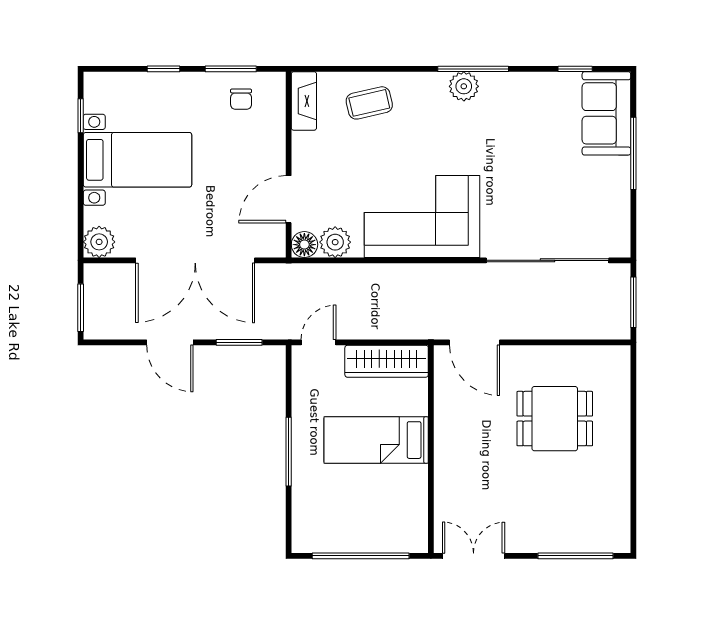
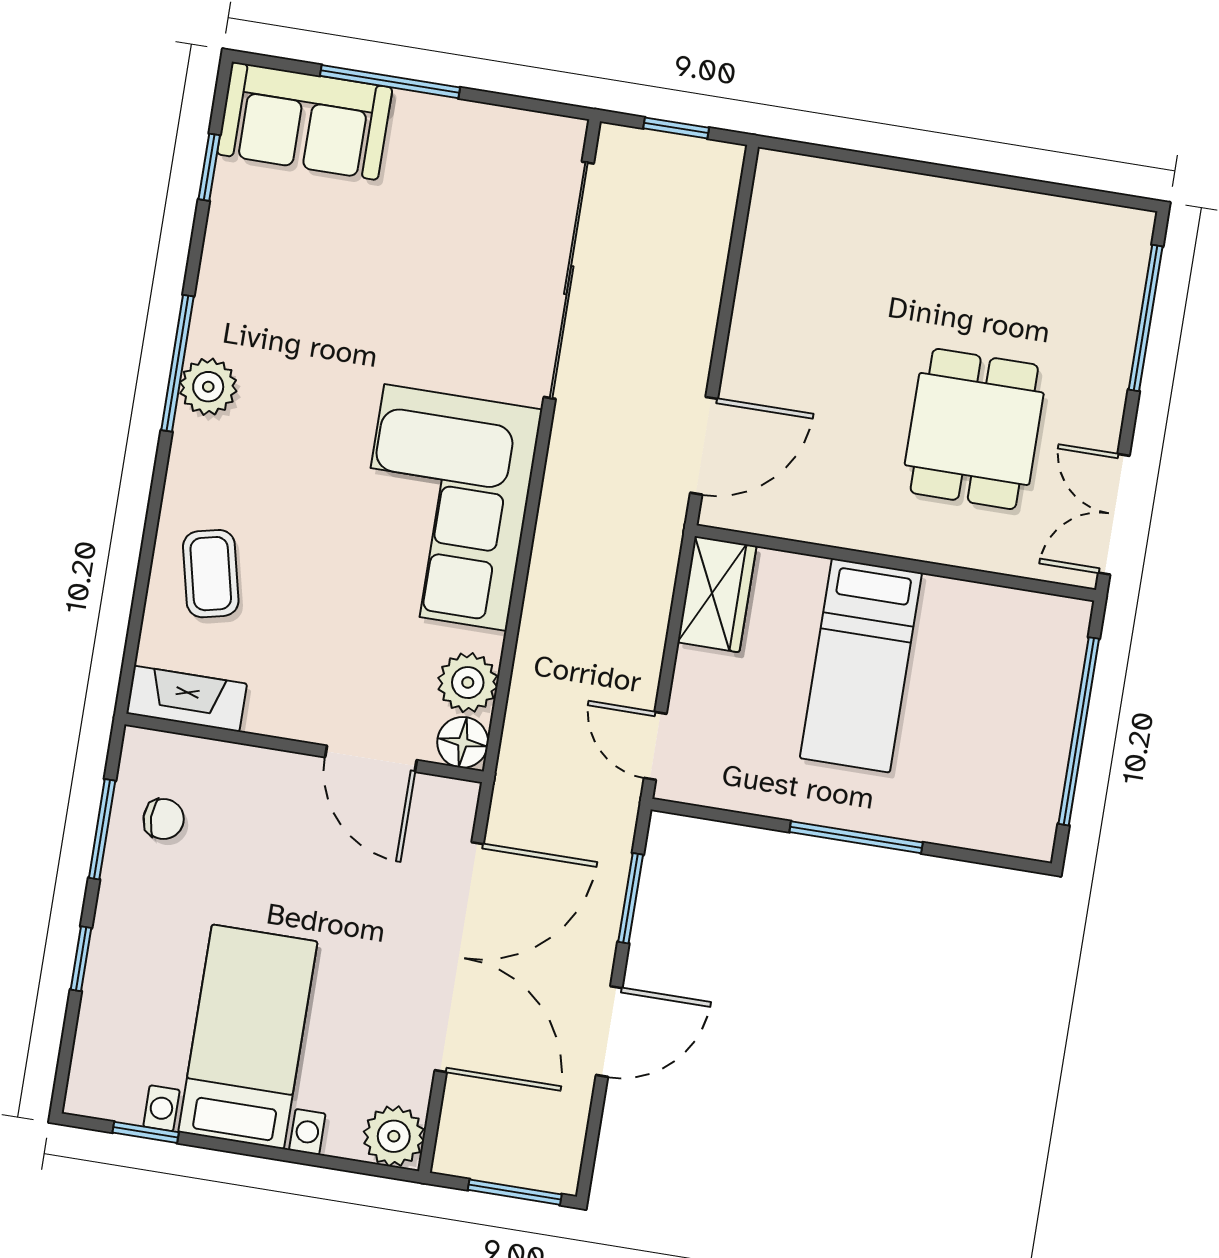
window: (633, 302) -> (676, 128), width x0.67
wardrobe: (387, 361) -> (717, 594), width x0.67
dining table: (555, 419) -> (974, 429), moved

